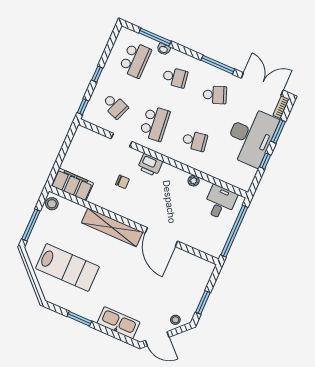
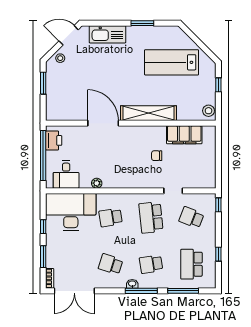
washbasin: (164, 49) -> (132, 284), moved
window: (218, 65) -> (141, 291), moved
window: (97, 74) -> (218, 254), moved
school desk: (215, 95) -> (111, 264), turned 39
desk: (251, 136) -> (71, 212), moved, turned 90
printer: (150, 165) -> (54, 140), moved, turned 90
filing cabinet: (72, 184) -> (184, 135), moved
window: (31, 225) -> (218, 85), width x0.46

